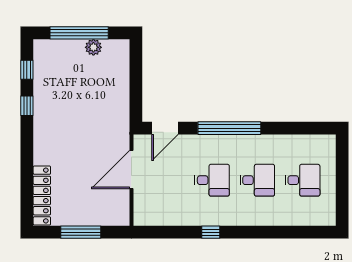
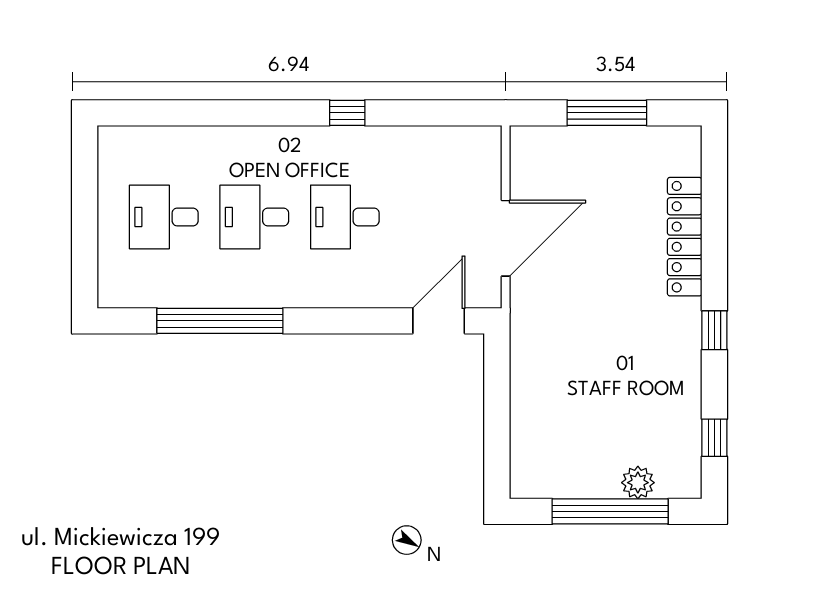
plant: (93, 47) -> (638, 483), moved
window: (27, 106) -> (714, 330), moved
window: (229, 128) -> (220, 321), moved
locker: (42, 196) -> (685, 237), moved

